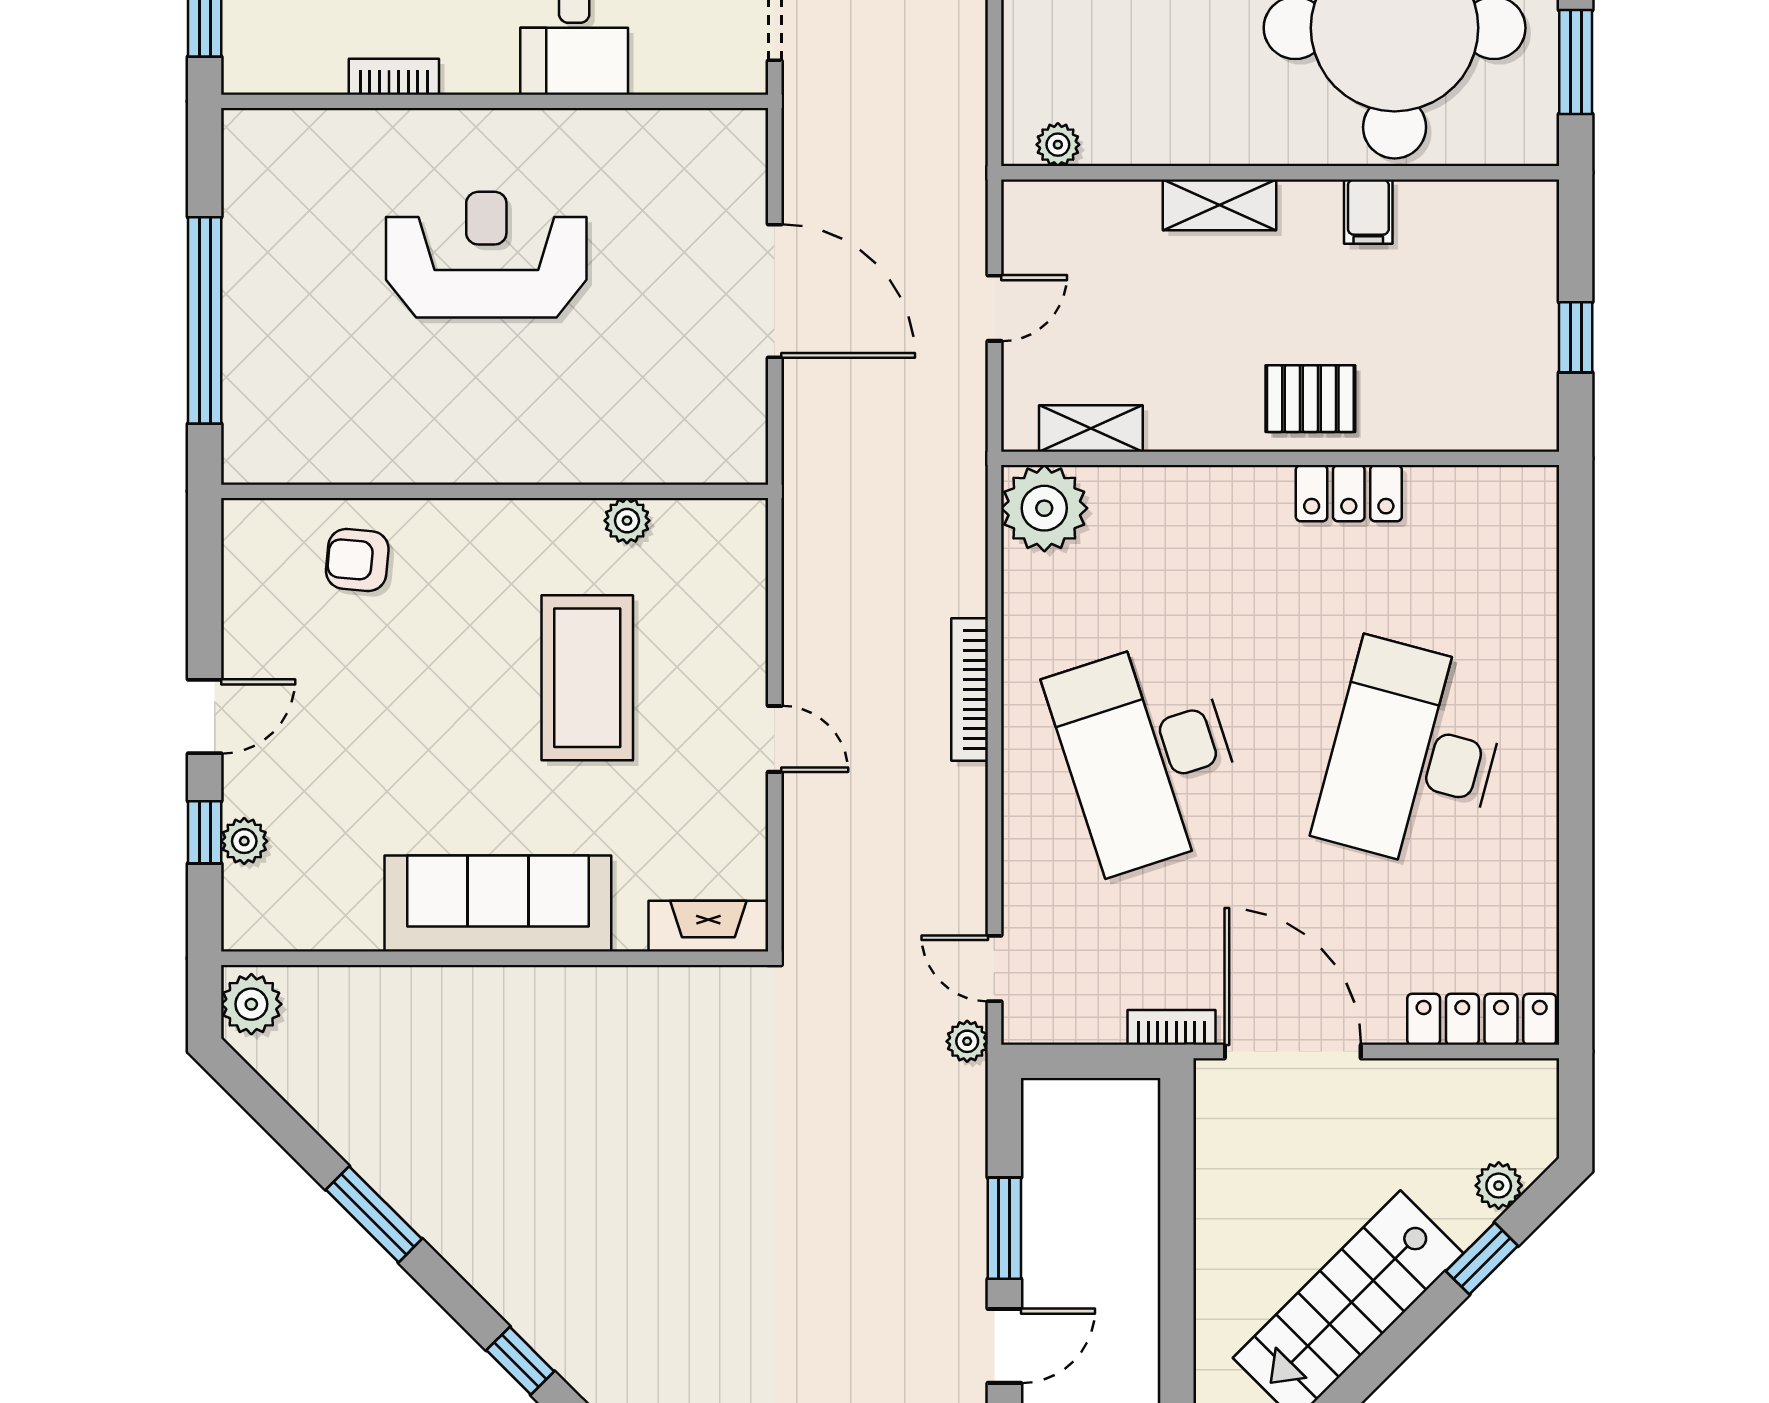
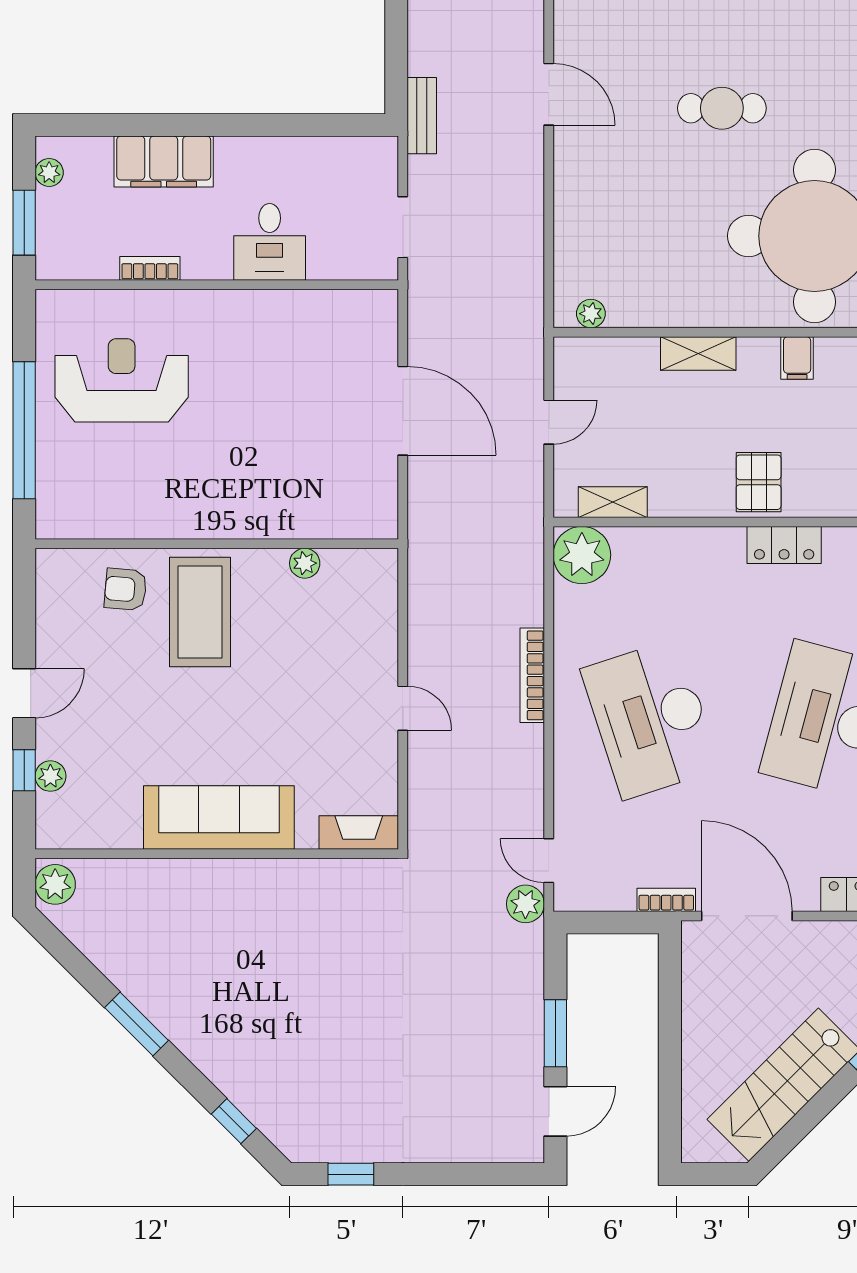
reception desk: (486, 255) -> (122, 380), moved
pallet: (1310, 399) -> (759, 482), turned 90
coffee table: (587, 678) -> (200, 612), moved
plant: (967, 1041) -> (525, 904), width x1.38, depth x1.38

